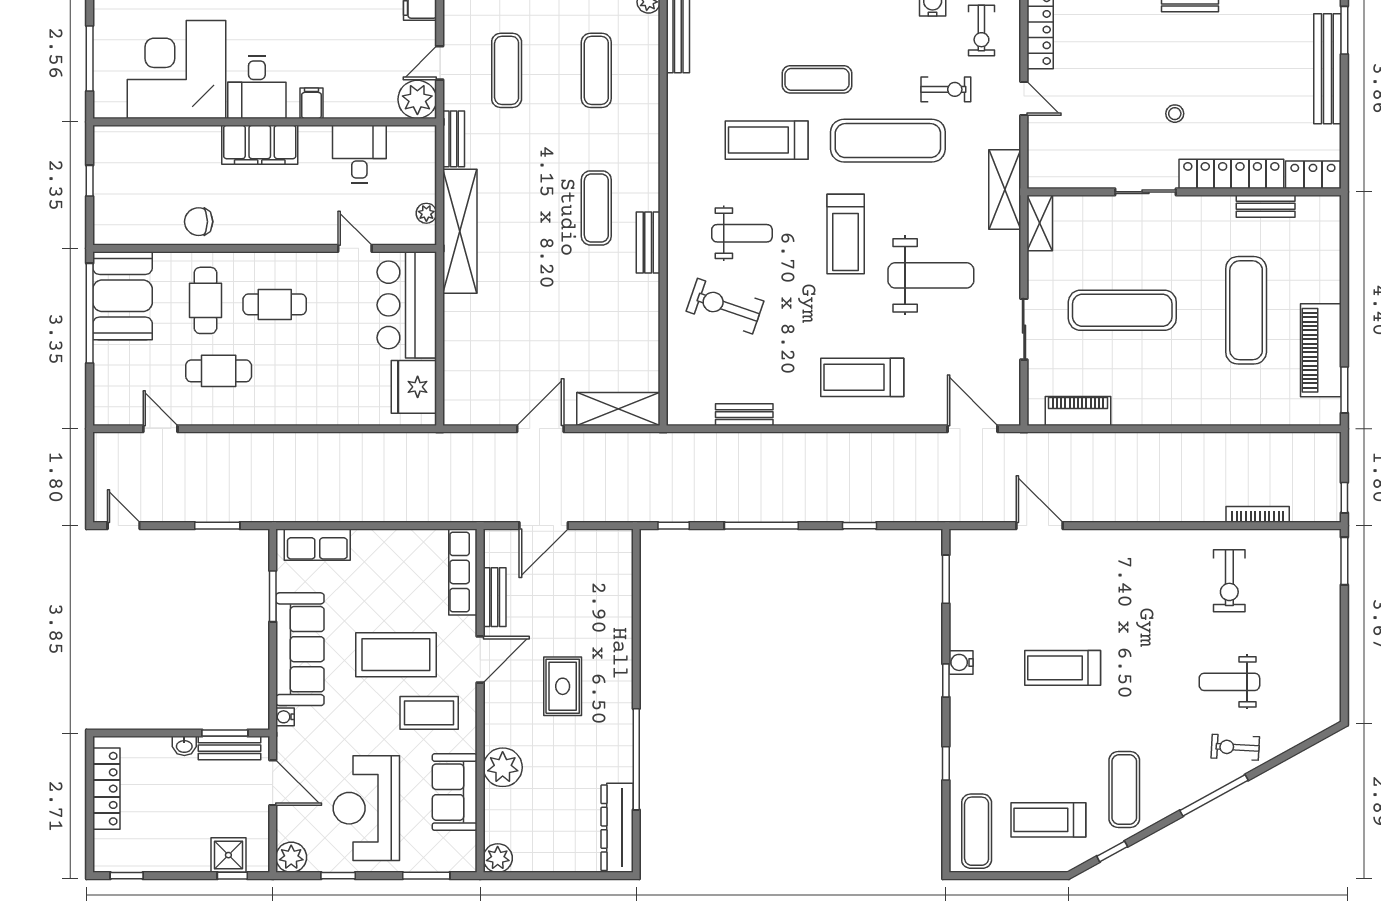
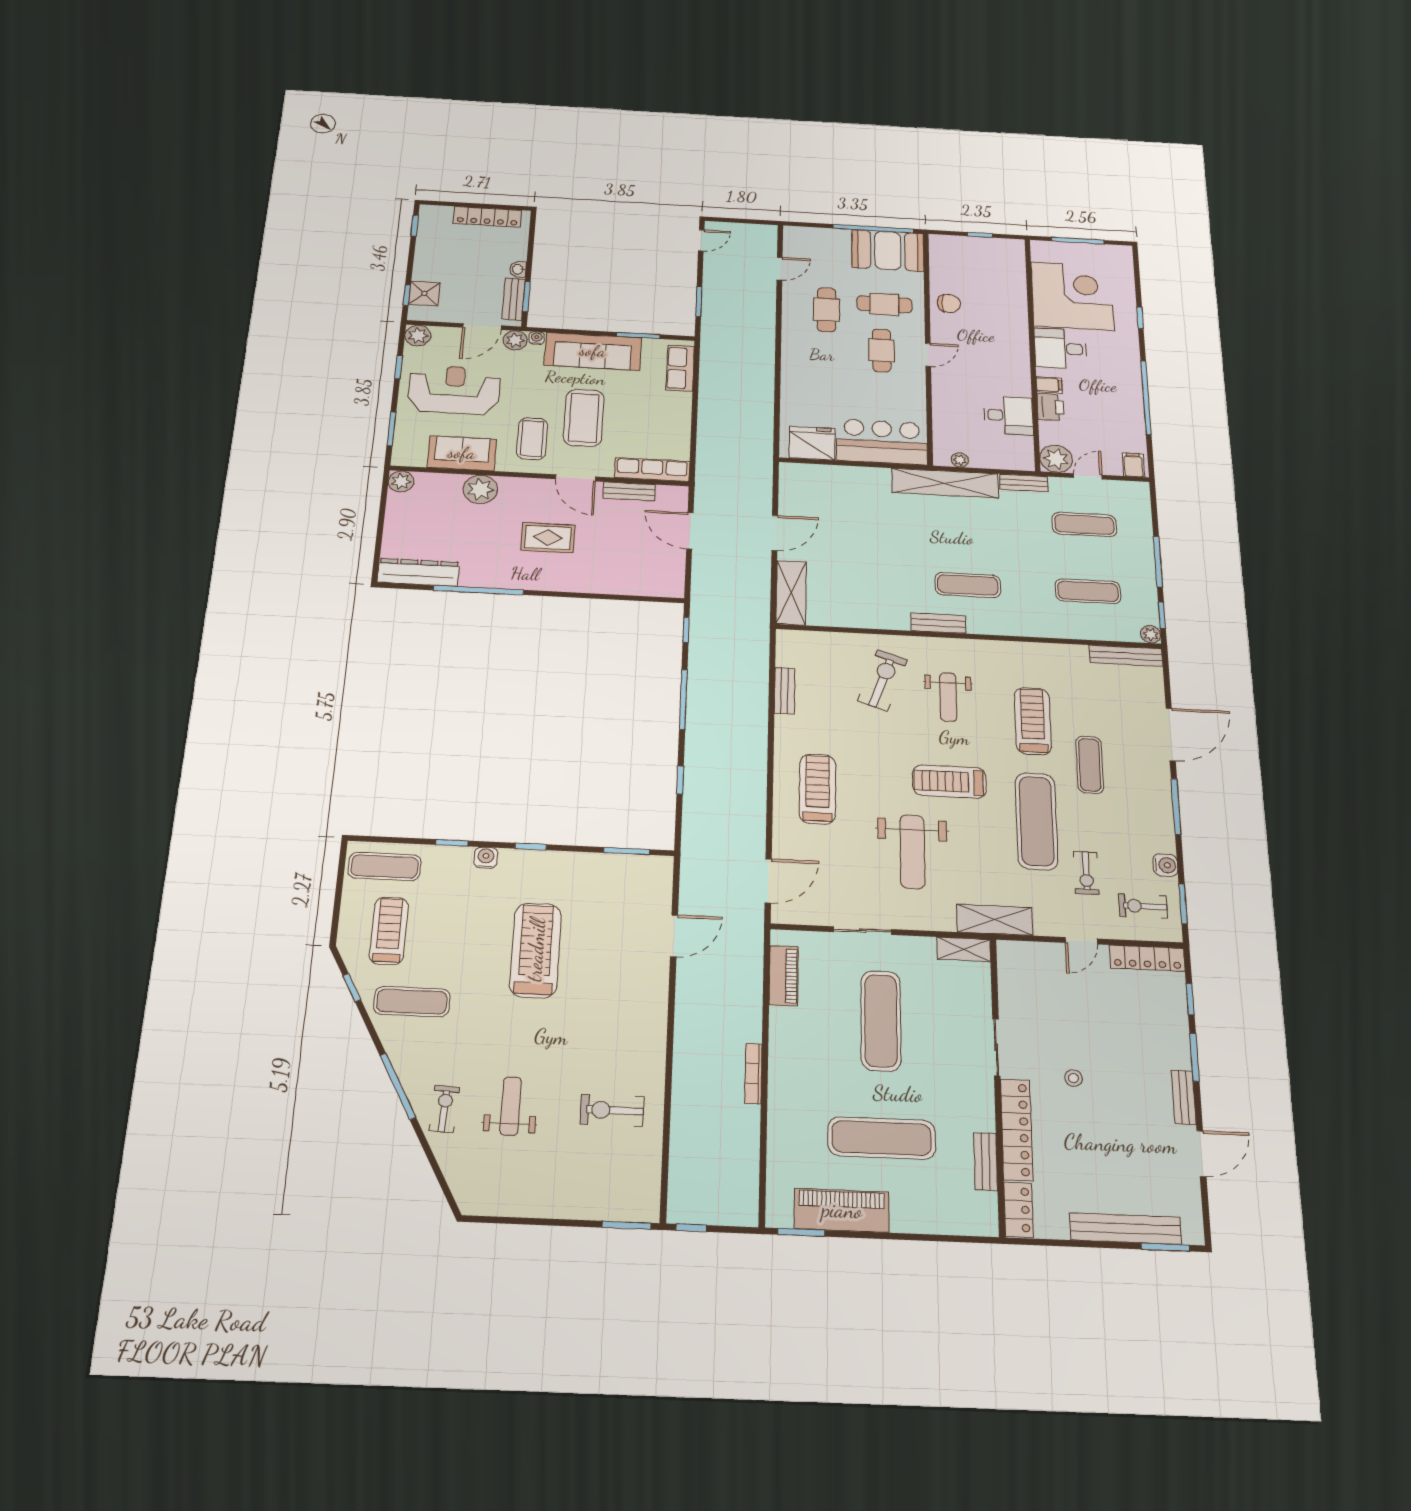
door: (440, 63) -> (1088, 476), hinge flipped
printer: (344, 103) -> (1050, 407), added
filing cabinet: (260, 145) -> (1013, 348), removed
chair: (199, 222) -> (949, 303), turned 90
door: (355, 248) -> (928, 355), moved
door: (540, 429) -> (775, 533), hinge flipped
bookcase: (1258, 514) -> (753, 1074), moved, turned 180
water cooler: (961, 662) -> (486, 858), moved
treadmill: (1063, 668) -> (536, 950), width x1.37, depth x1.38
plant: (290, 742) -> (515, 340), added

